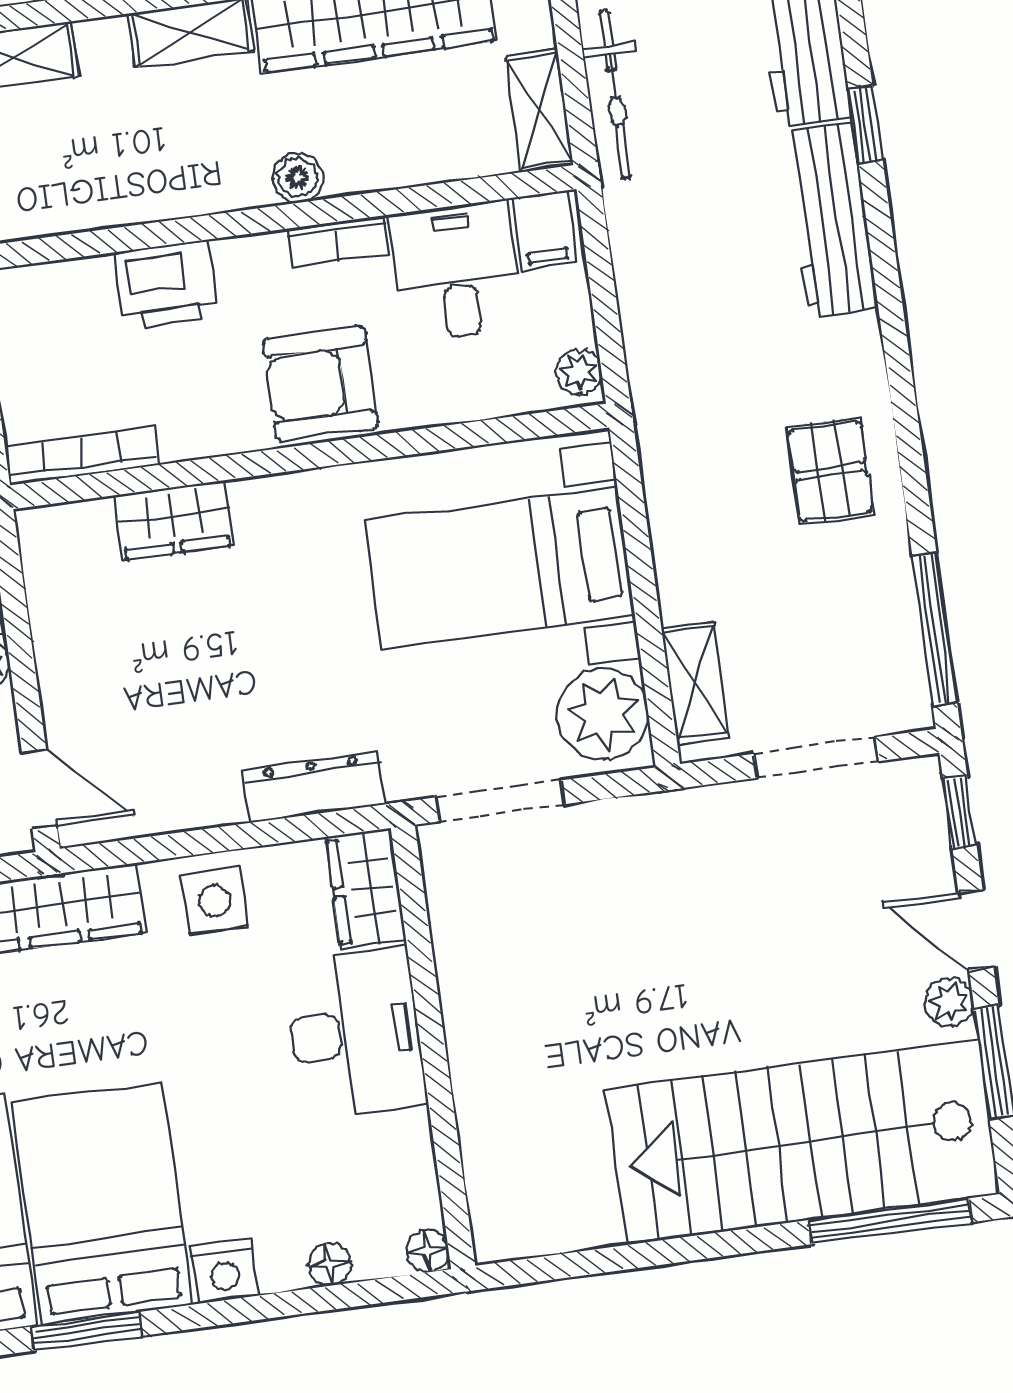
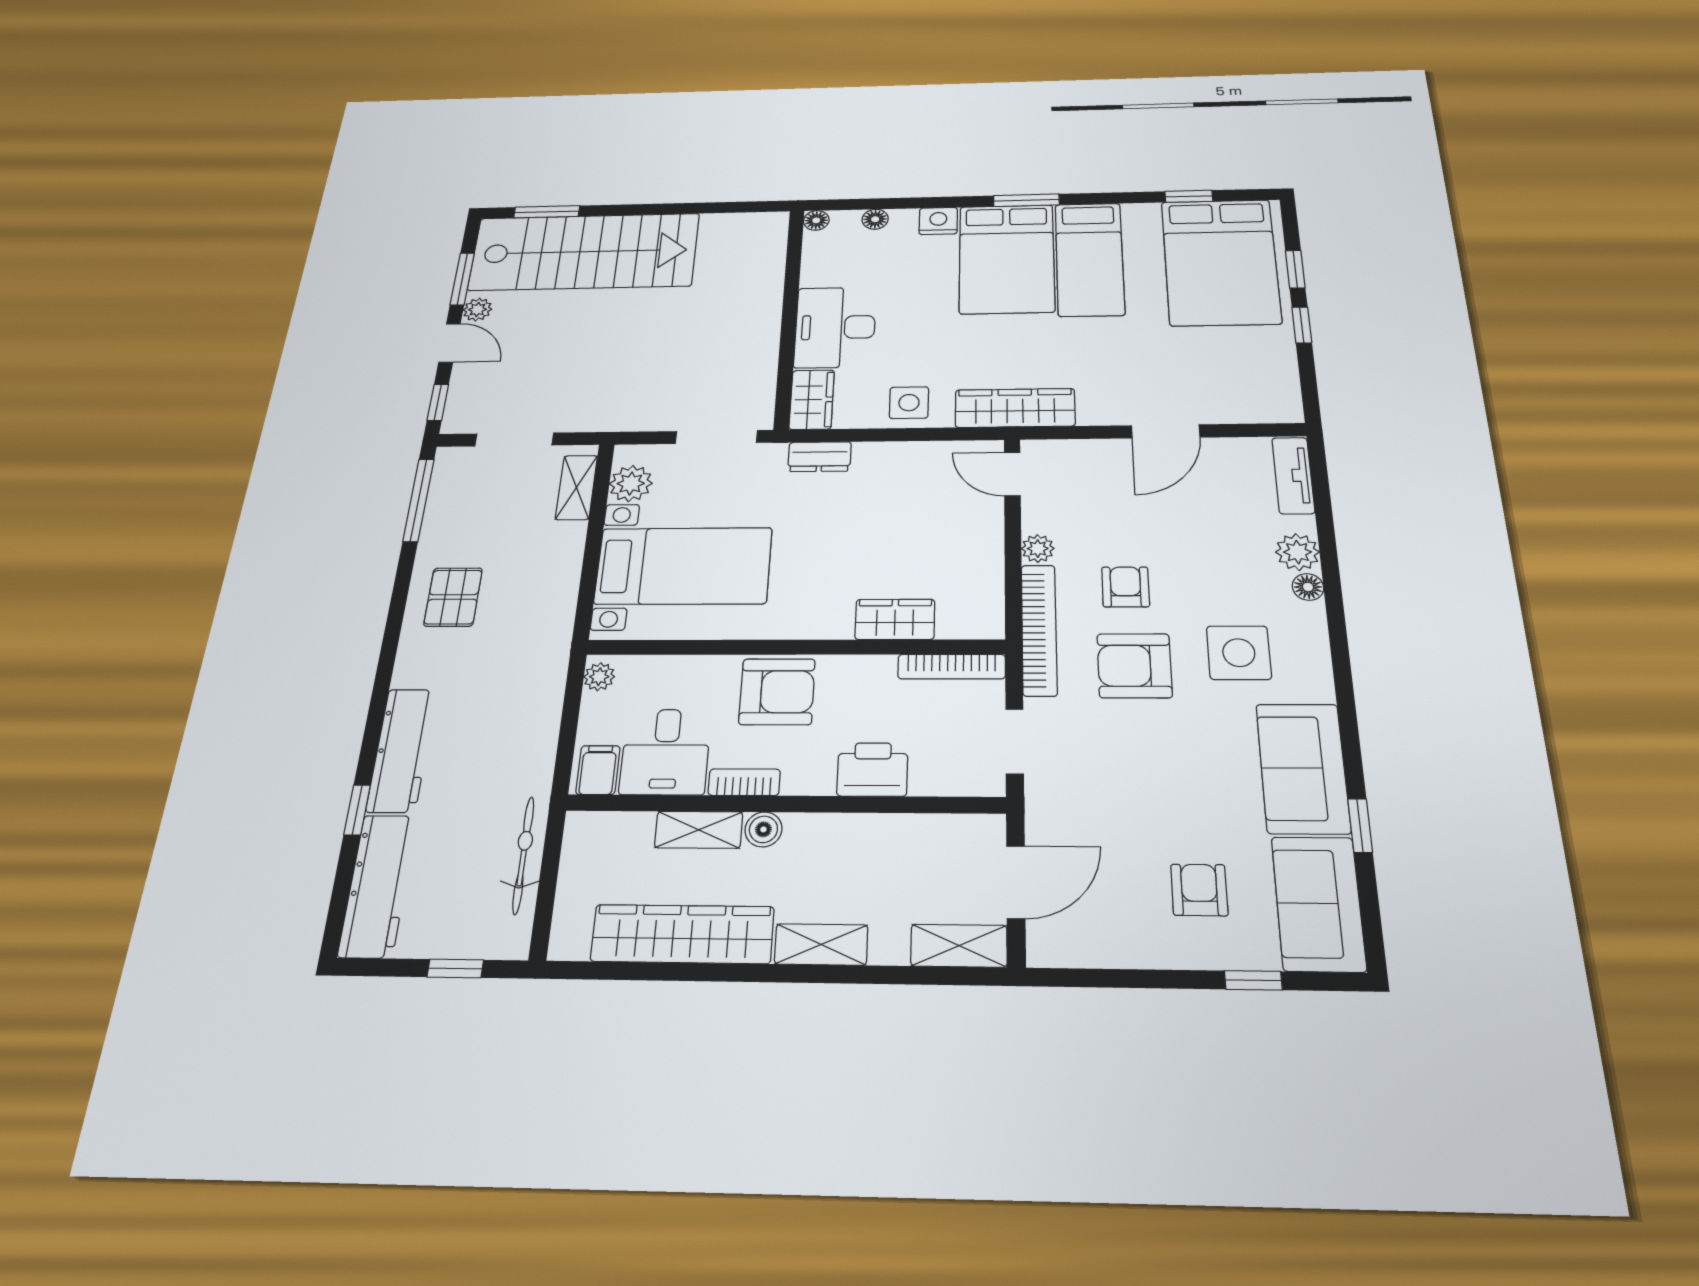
shelving: (539, 111) -> (699, 830), moved, turned 90
plant: (603, 714) -> (631, 483), width x0.73, depth x0.73
dresser: (313, 787) -> (820, 457), width x0.70
window: (890, 1221) -> (547, 212), width x0.69

